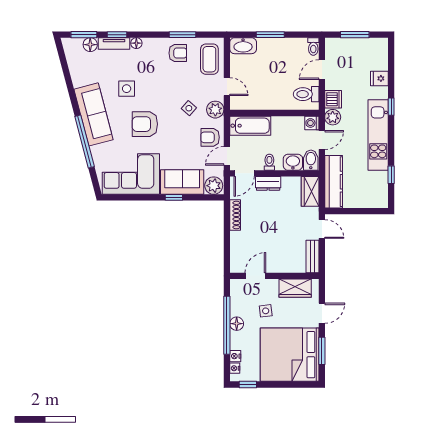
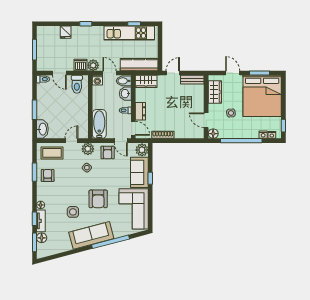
kitchen unit: (378, 135) -> (129, 33), moved
floor lamp: (237, 324) -> (213, 134), moved

